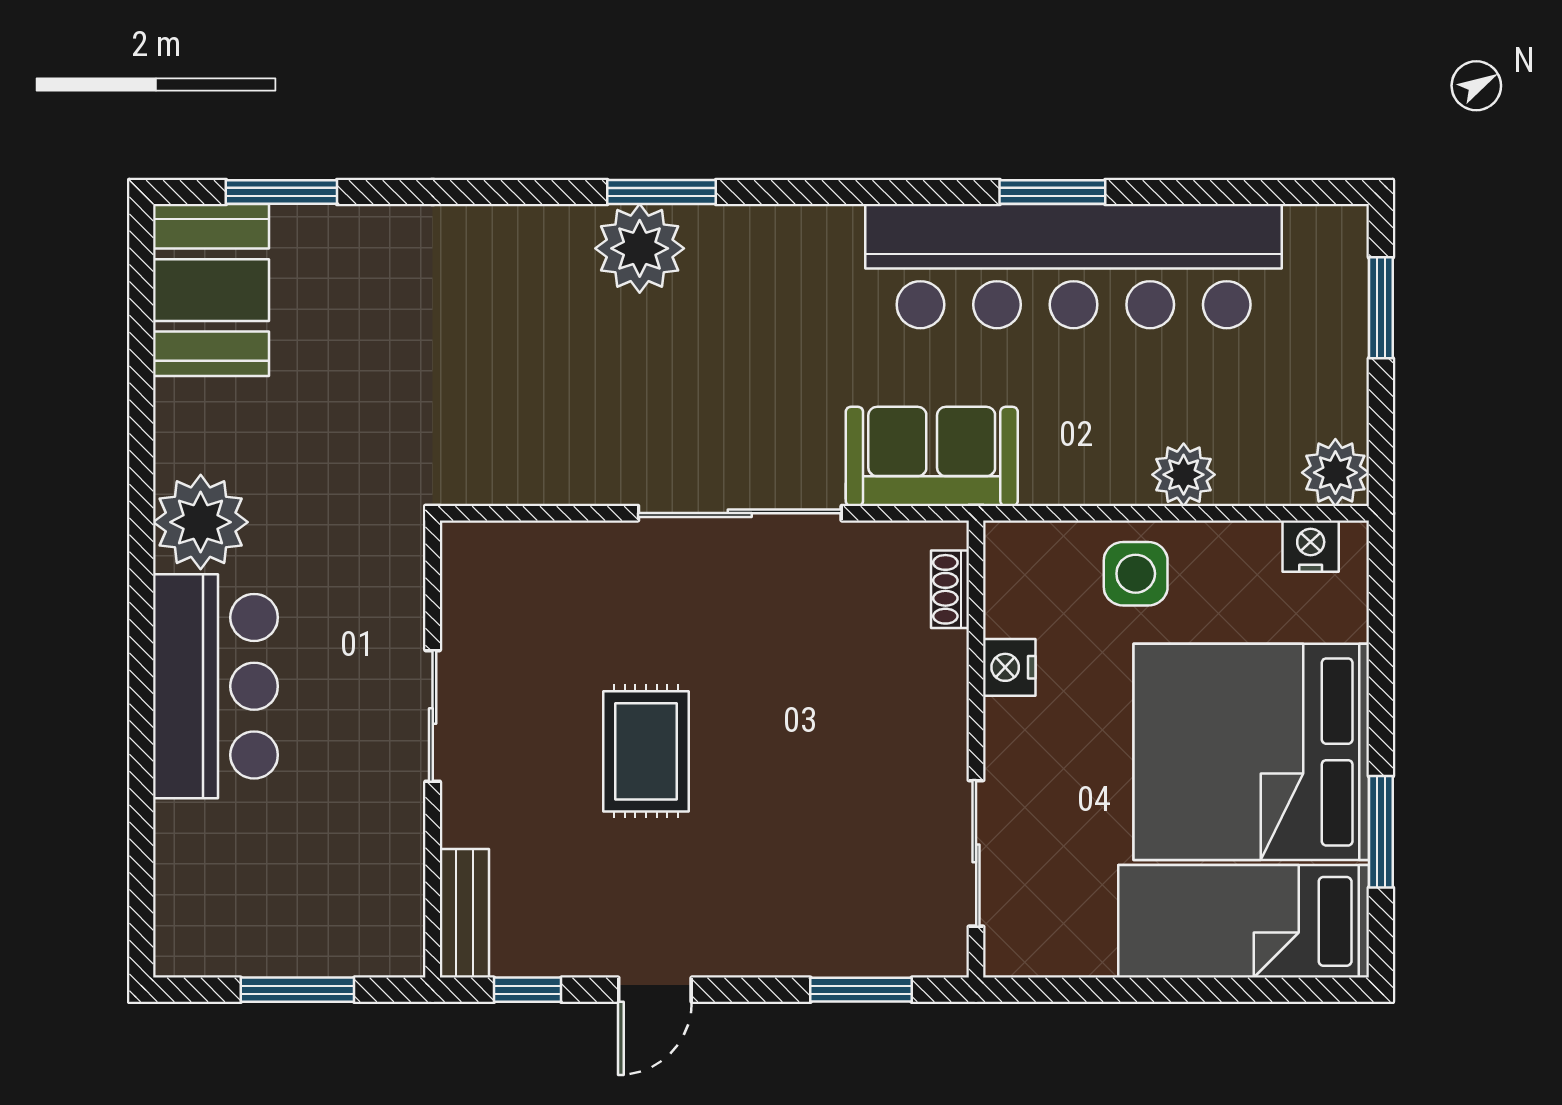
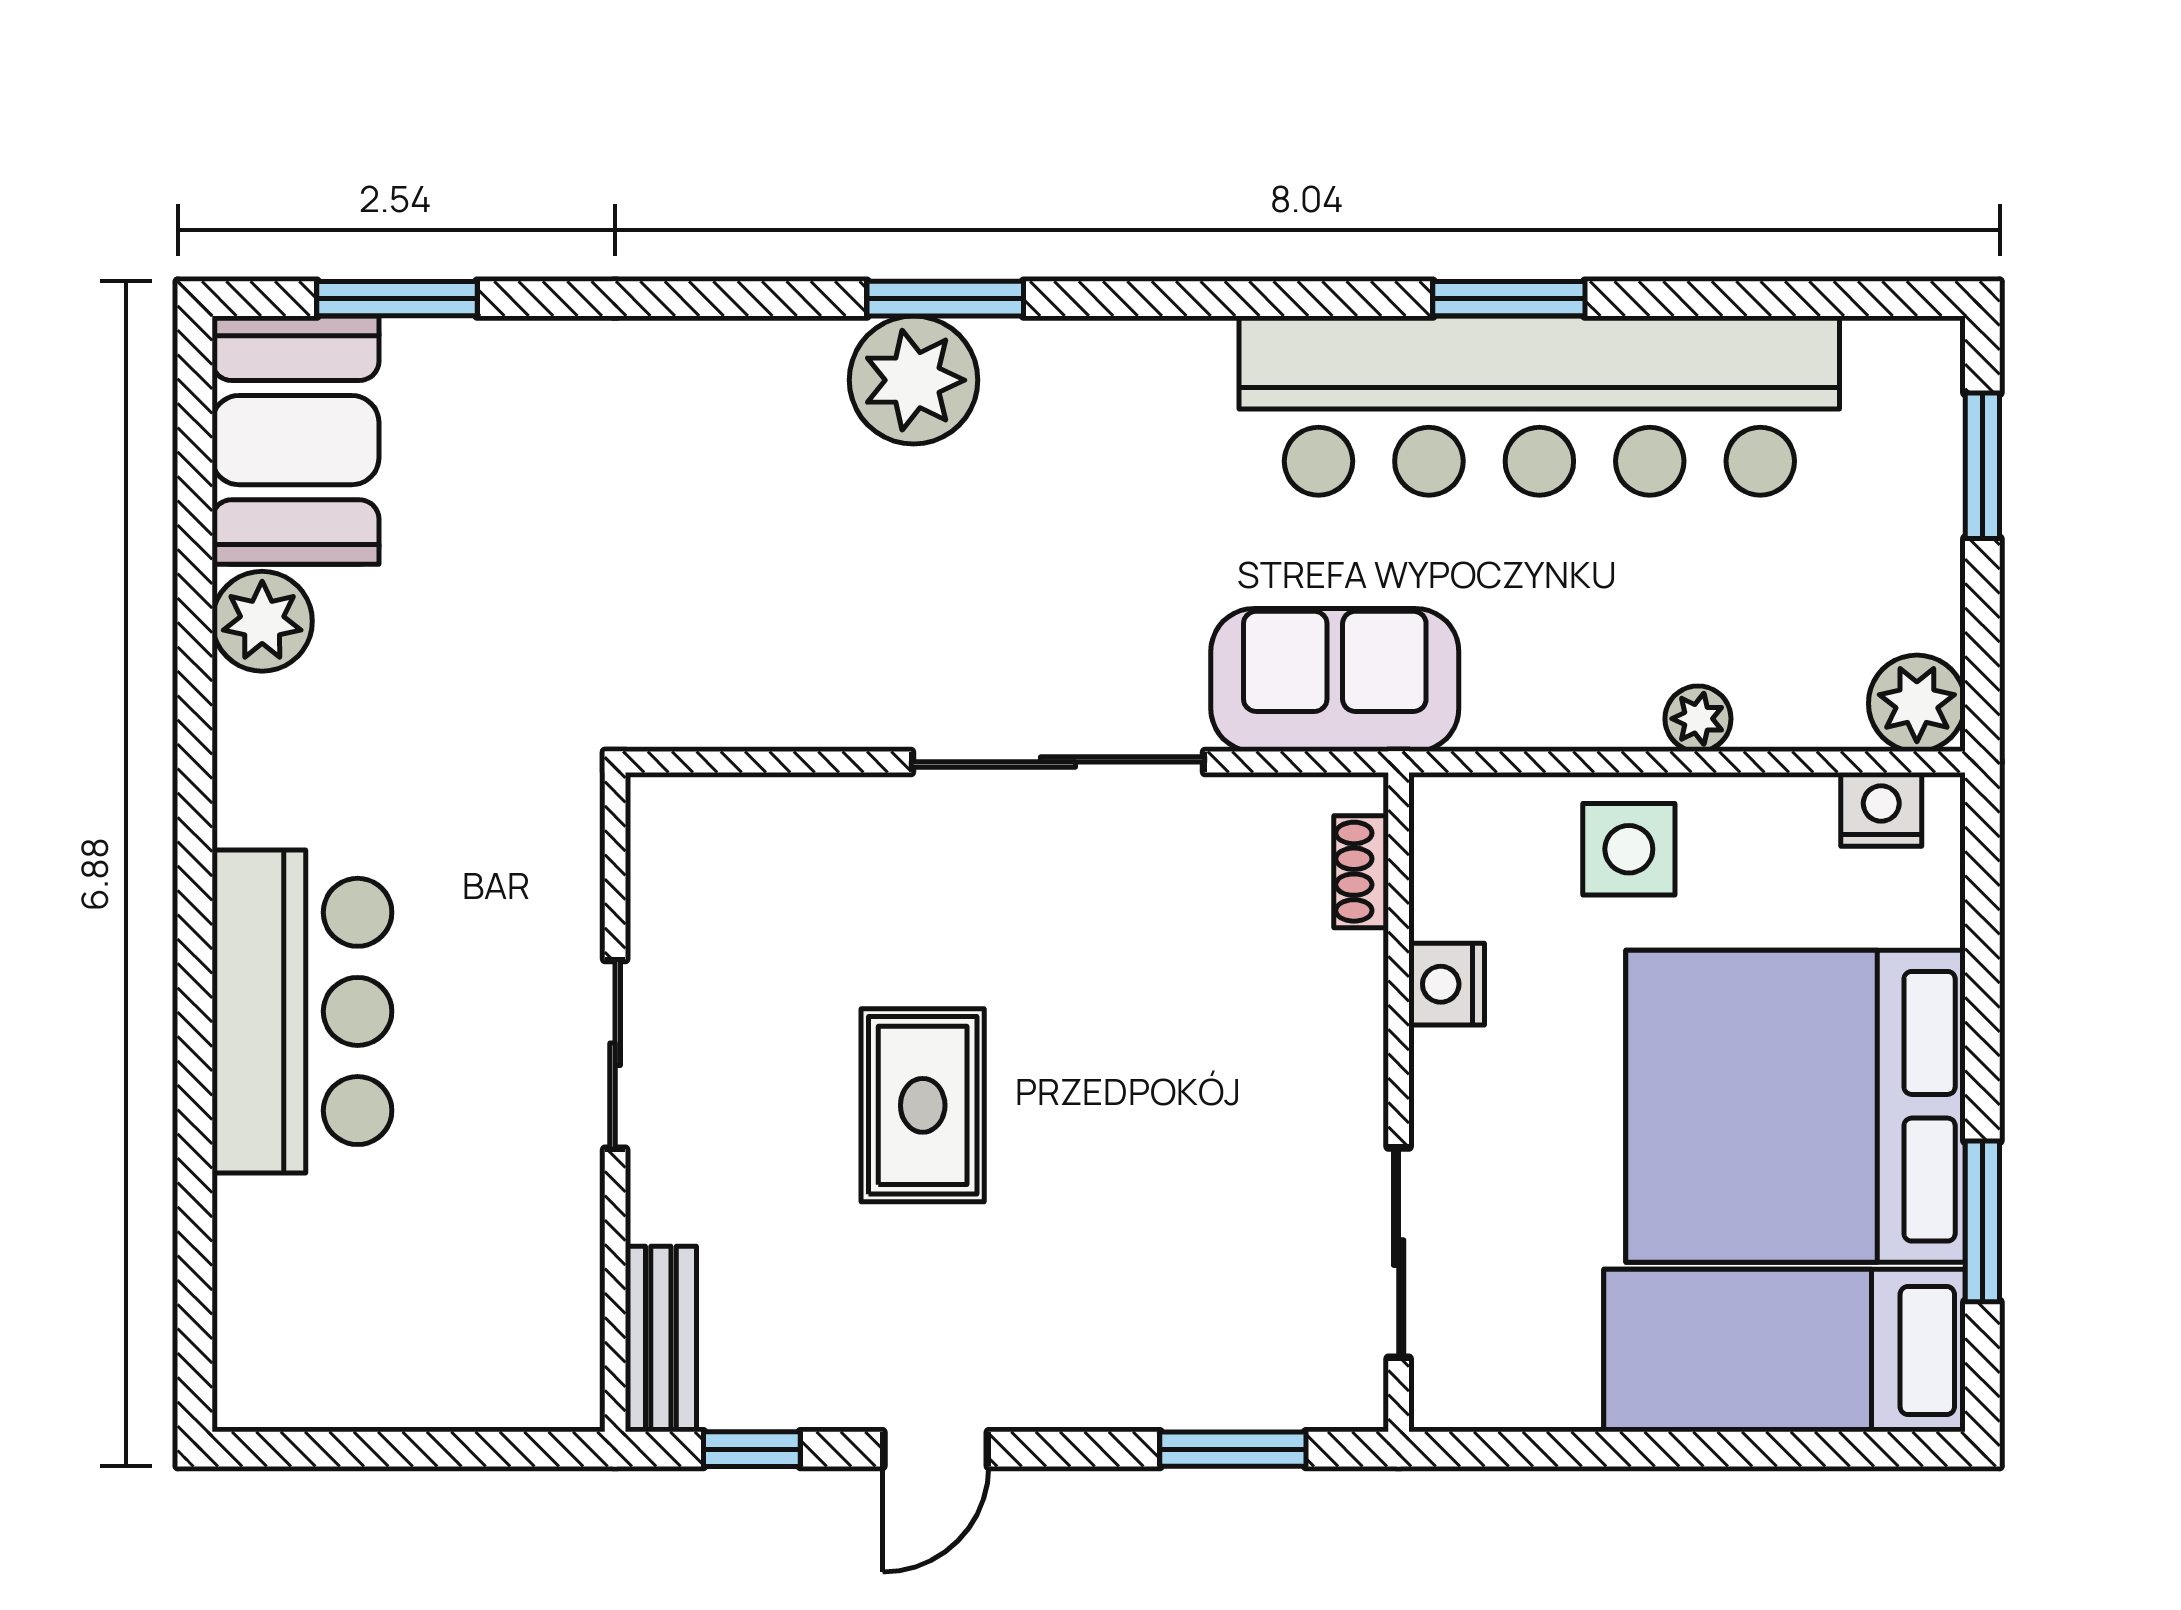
plant: (1184, 475) -> (1698, 719), width x0.73, depth x0.73
plant: (201, 522) -> (262, 621), moved, width x0.73, depth x0.73
window: (297, 990) -> (420, 1449), removed

